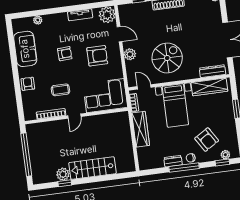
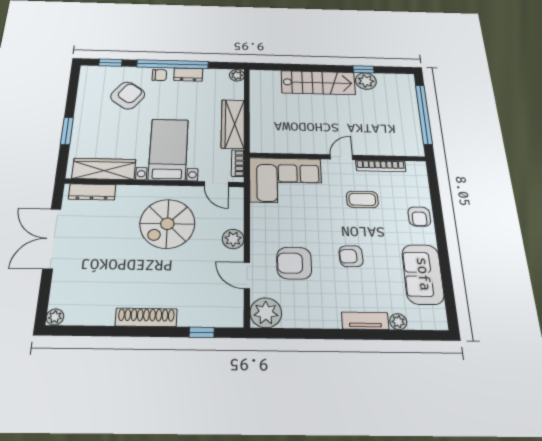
tv unit: (80, 15) -> (365, 321), moved
armchair: (97, 56) -> (294, 263), moved
armchair: (207, 140) -> (128, 96), turned 68
plant: (225, 155) -> (237, 75), moved
window: (184, 167) -> (173, 64), width x1.46

